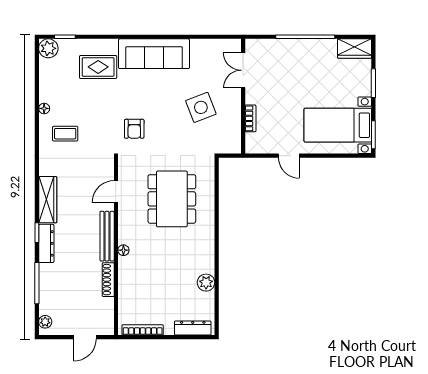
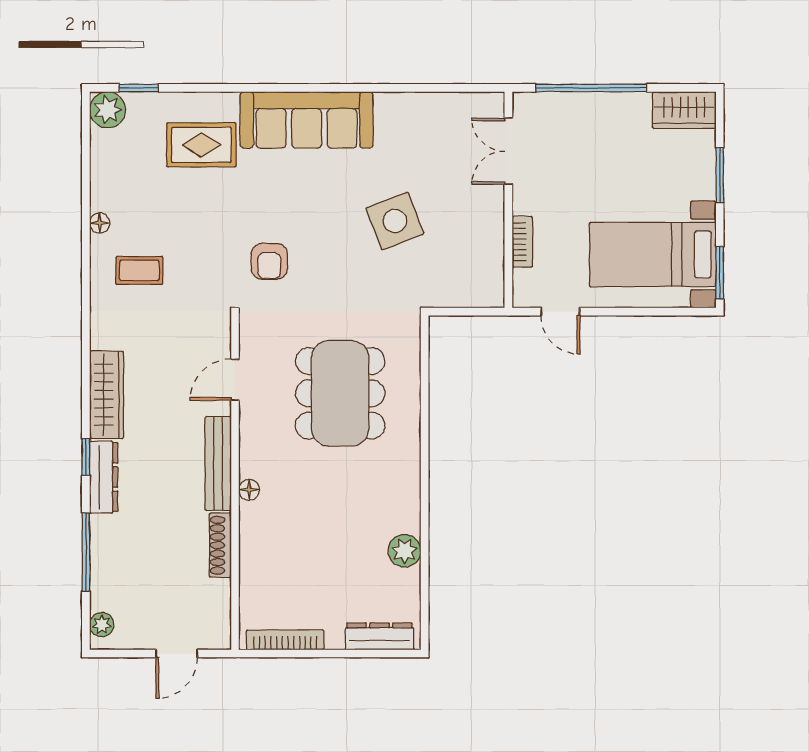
double door: (243, 70) -> (508, 151), moved
wall: (243, 96) -> (508, 200), moved
bookcase: (250, 118) -> (522, 242), moved

